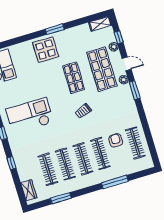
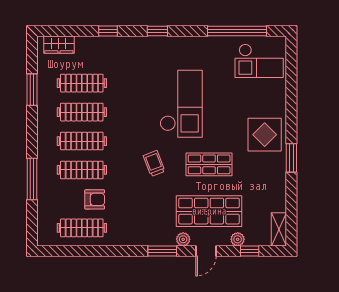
checkout: (30, 116) -> (181, 104), moved

